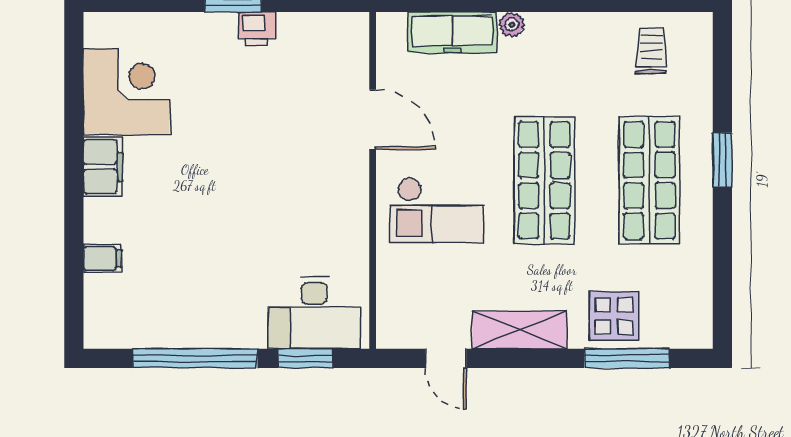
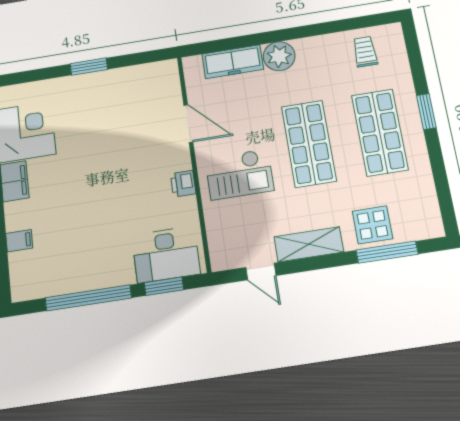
plant: (512, 25) -> (279, 56), width x1.88, depth x1.88
printer: (257, 29) -> (183, 184), moved, turned 90

